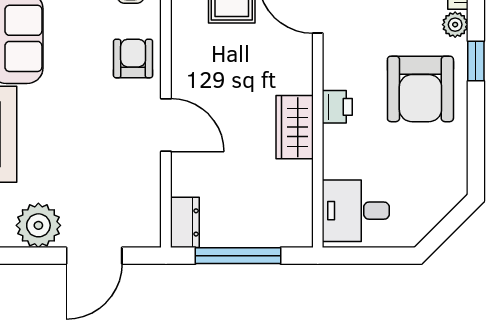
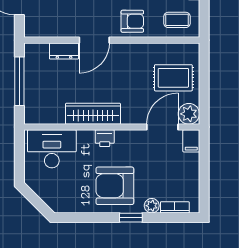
wardrobe: (295, 127) -> (93, 114), width x1.50
desk: (356, 211) -> (52, 149), width x1.37
dresser: (185, 222) -> (64, 51), moved

